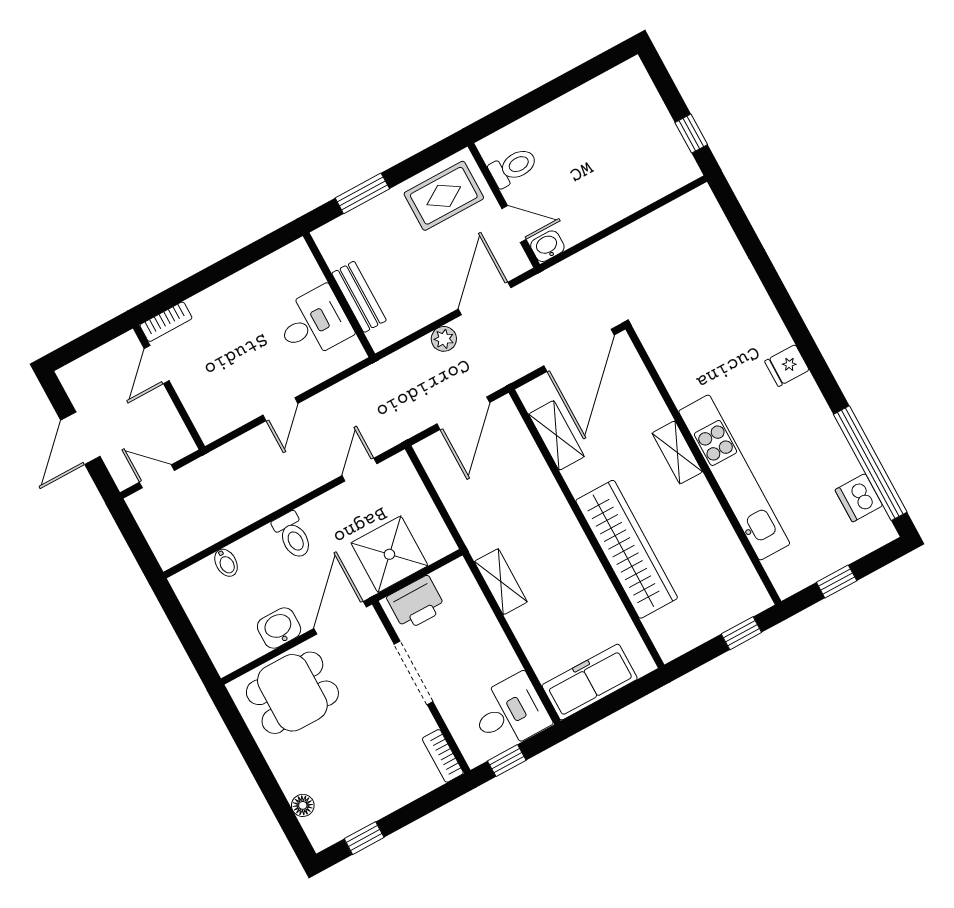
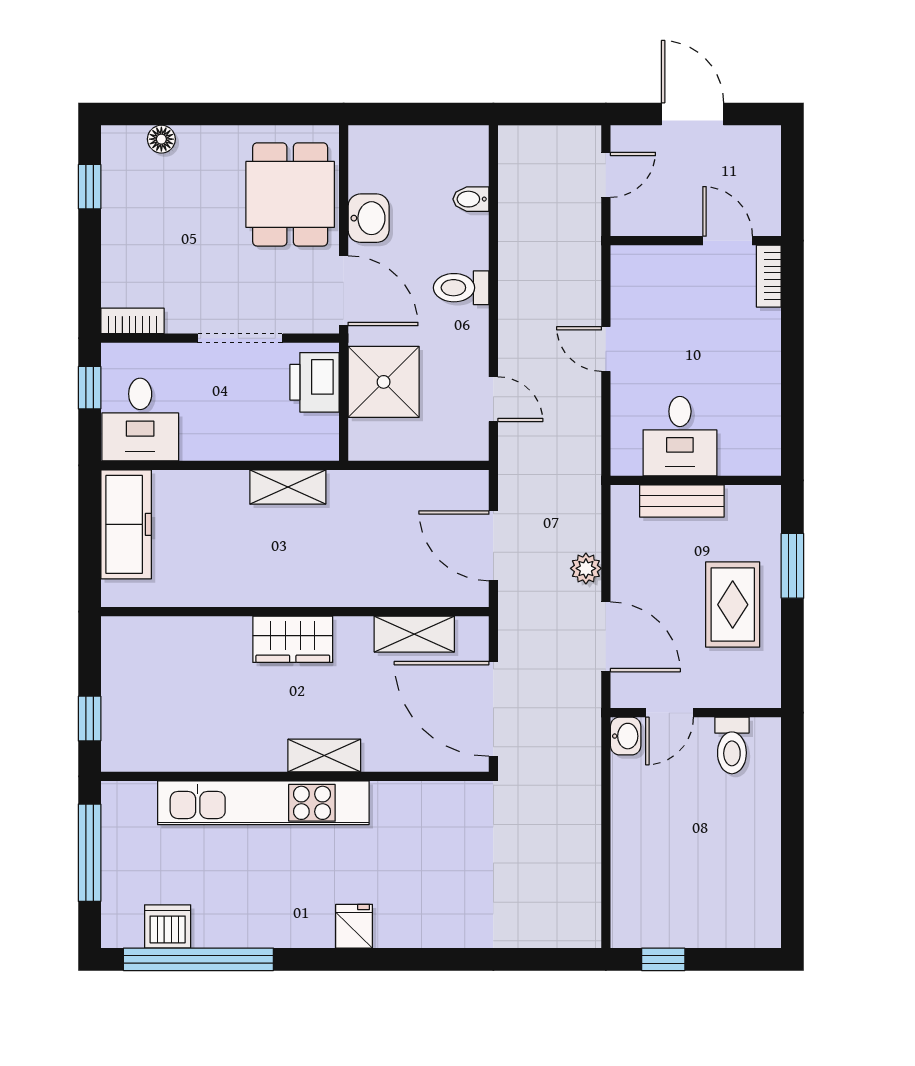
rug: (444, 196) -> (733, 605), moved
wardrobe: (627, 549) -> (293, 639), width x0.48, depth x0.85
window: (837, 581) -> (90, 853), width x2.17

